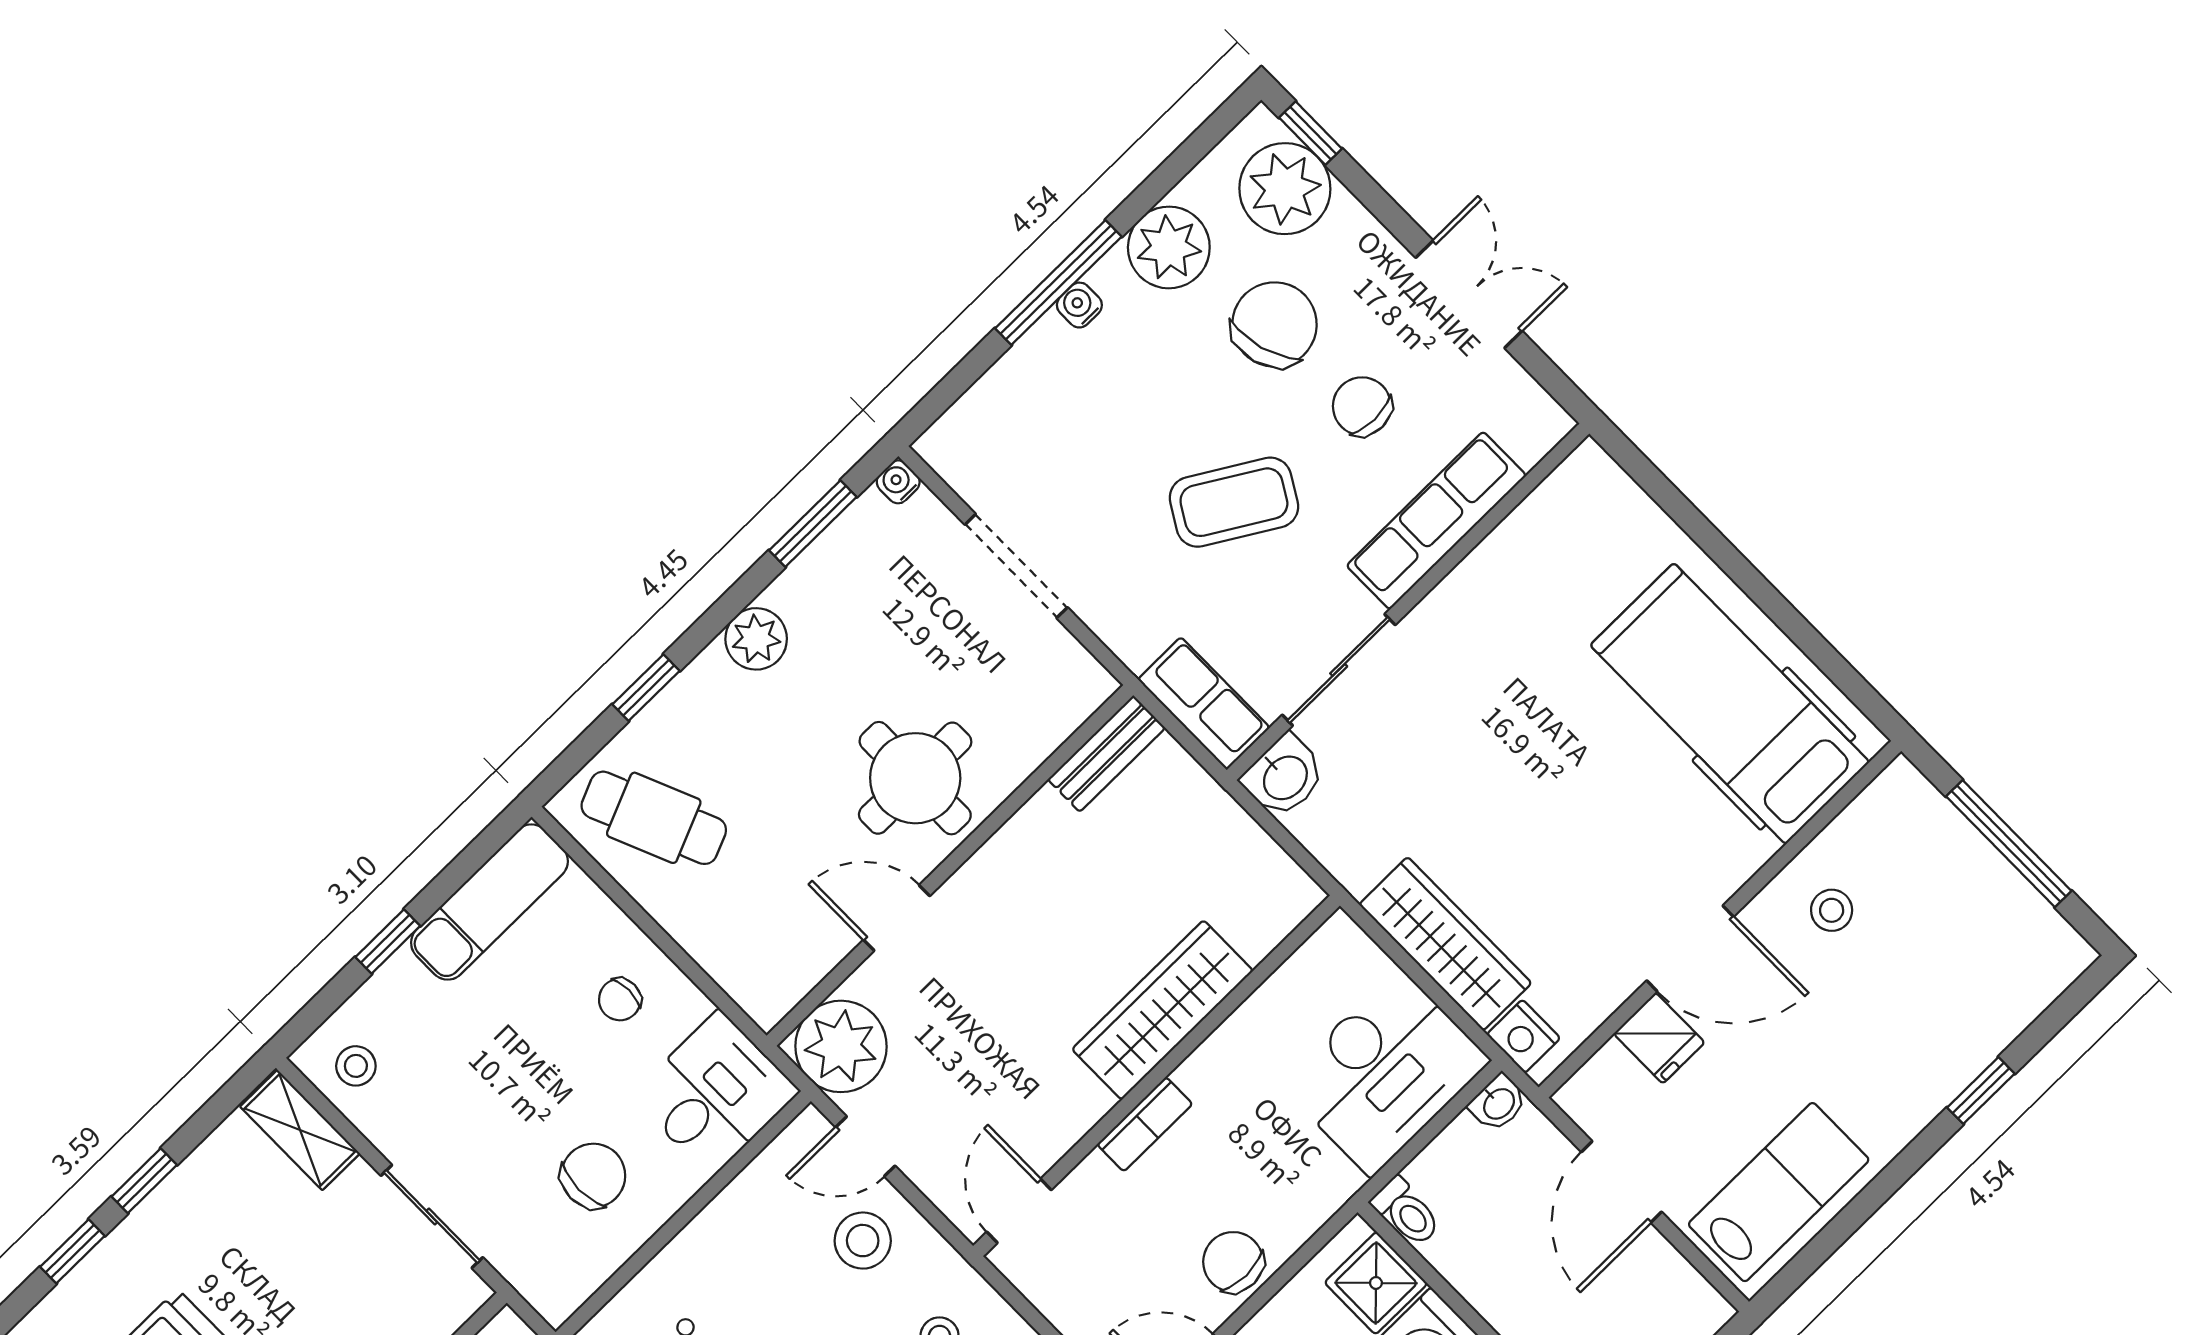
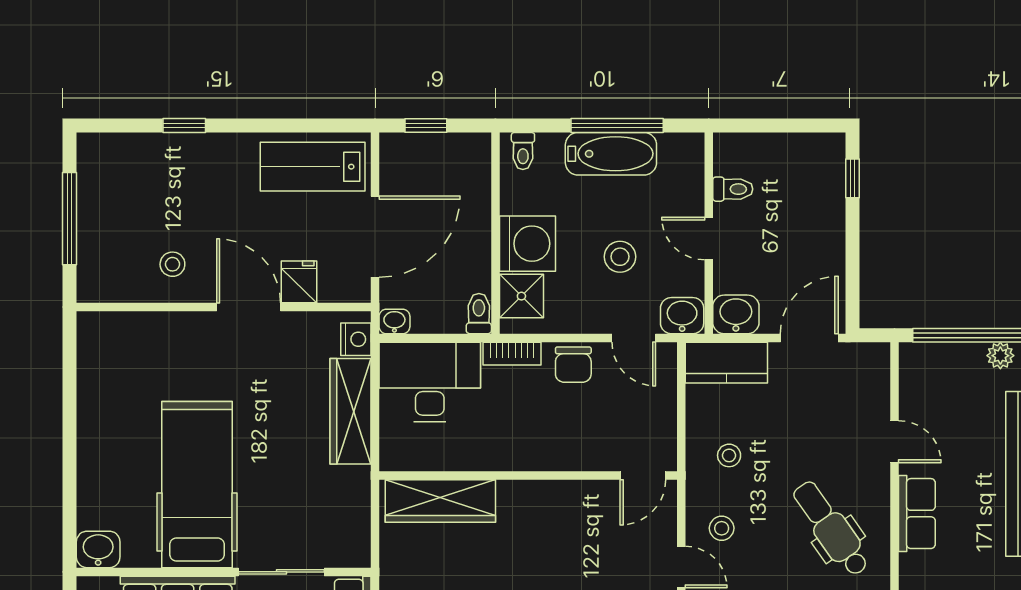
hospital bed: (1730, 704) -> (197, 485), moved, turned 180
washbasin: (1284, 777) -> (98, 549), moved
wardrobe: (1163, 1010) -> (440, 501), moved
bookcase: (1145, 1124) -> (512, 354), moved, turned 180
door: (1621, 1182) -> (375, 237), width x1.36
stool: (863, 1241) -> (722, 528), width x0.73, depth x0.73

